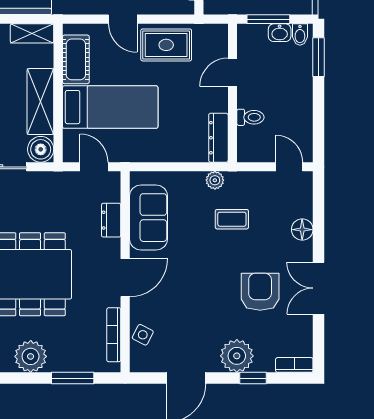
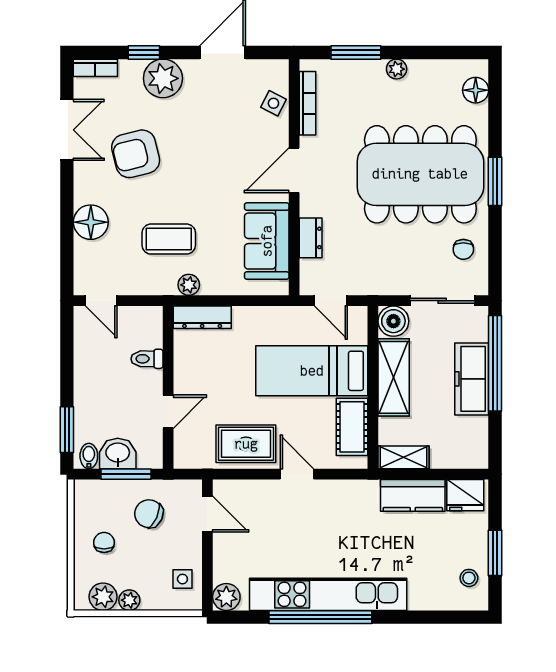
washbasin: (280, 33) -> (118, 453), width x1.38, depth x1.45
dresser: (218, 138) -> (202, 317), moved, turned 90
coffee table: (232, 219) -> (169, 239), width x1.36, depth x1.30
floor lamp: (302, 230) -> (91, 222), width x1.38, depth x1.38
double door: (319, 288) -> (67, 130), moved
armchair: (260, 292) -> (136, 154), turned 76
plant: (31, 356) -> (397, 69), width x0.53, depth x0.53

